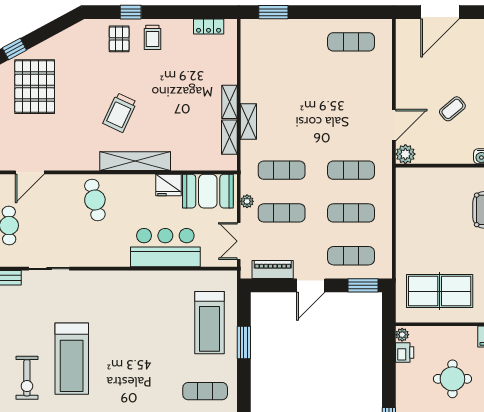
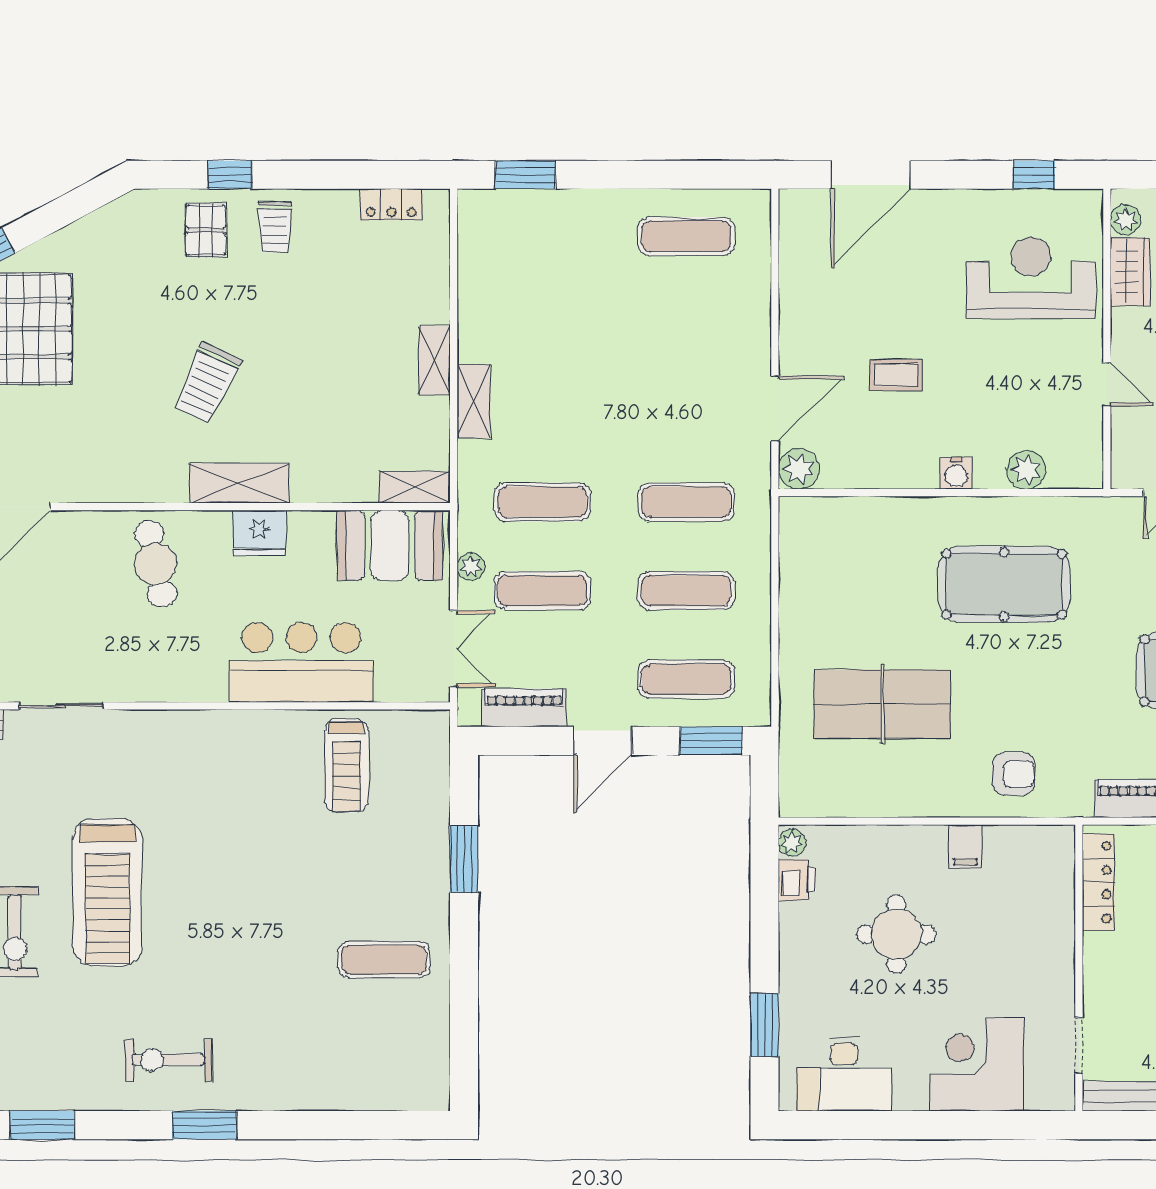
coffee table: (452, 109) -> (896, 375), turned 40
shelving: (229, 137) -> (414, 487), moved, turned 90
shelving: (135, 161) -> (239, 483), width x0.68
fridge: (169, 185) -> (259, 533), moved
double door: (239, 241) -> (454, 649), swing flipped
table tennis table: (440, 291) -> (882, 704), moved
treadmill: (209, 323) -> (346, 766), moved, width x0.73, depth x0.73

